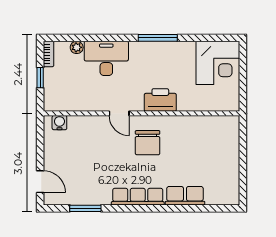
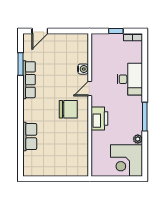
plant: (77, 47) -> (138, 139), moved
water cooler: (59, 123) -> (83, 69), moved
chair: (148, 143) -> (68, 109), turned 180
row of seats: (138, 197) -> (29, 80), moved

